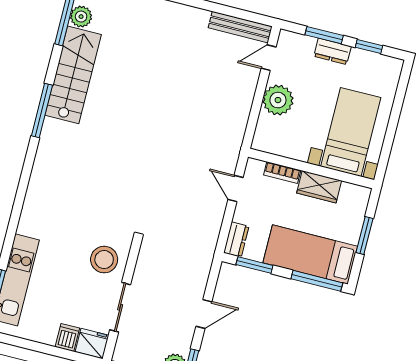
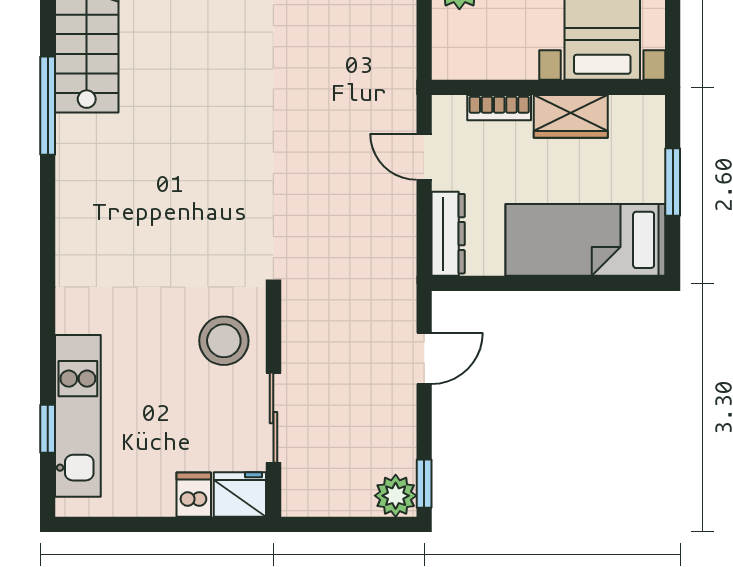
dresser: (236, 240) -> (448, 234), width x1.44
window: (254, 265) -> (492, 283), removed
window: (317, 281) -> (609, 283), removed
door: (204, 314) -> (424, 358), moved

